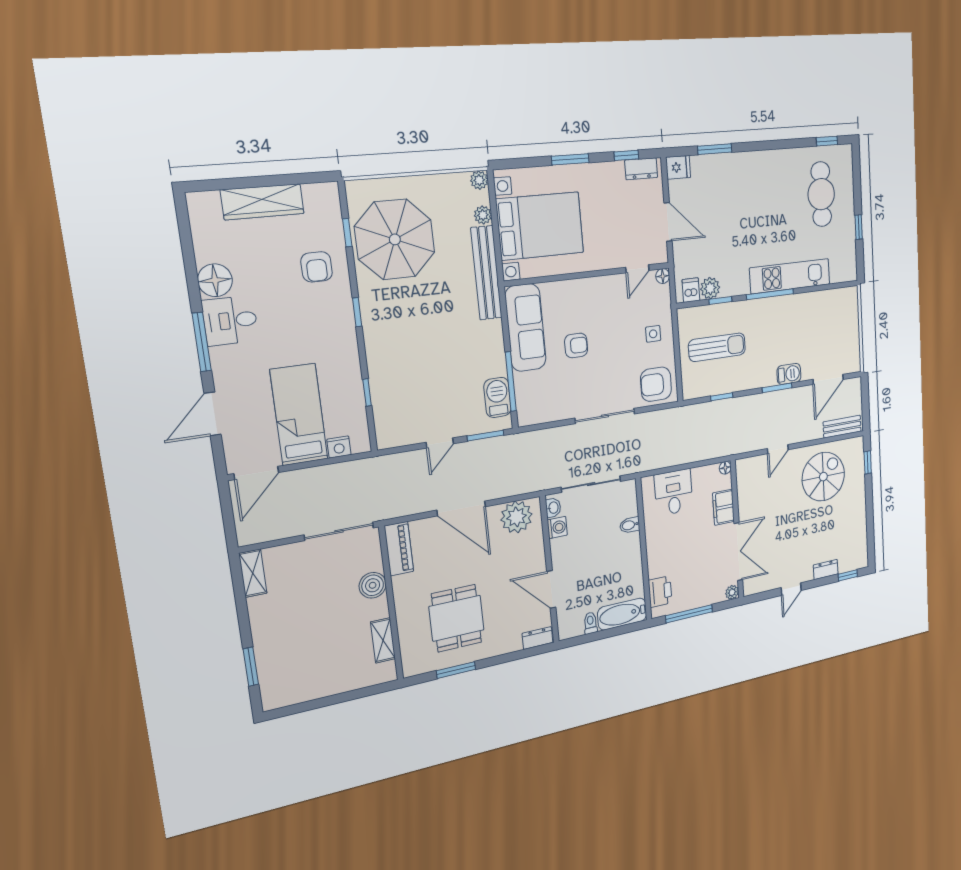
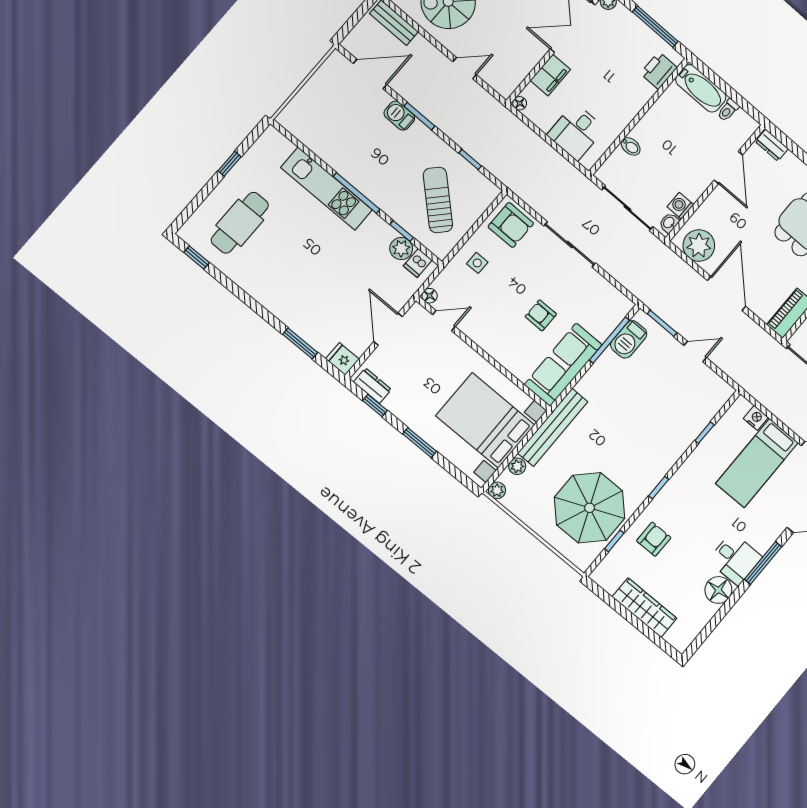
sun lounger: (717, 347) -> (438, 200), turned 43

